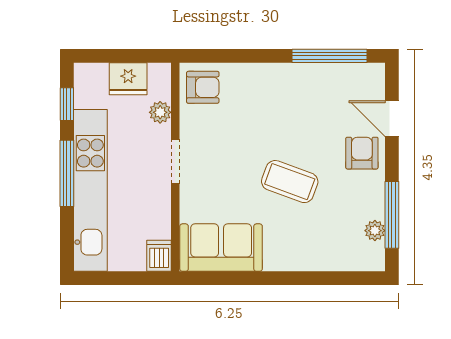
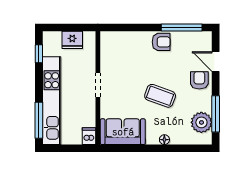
armchair: (203, 87) -> (161, 42), moved
plant: (160, 112) -> (90, 58), removed
window: (67, 173) -> (39, 120), moved
plant: (375, 231) -> (201, 122), width x1.87, depth x1.87
floor lamp: (298, 262) -> (164, 140), added

